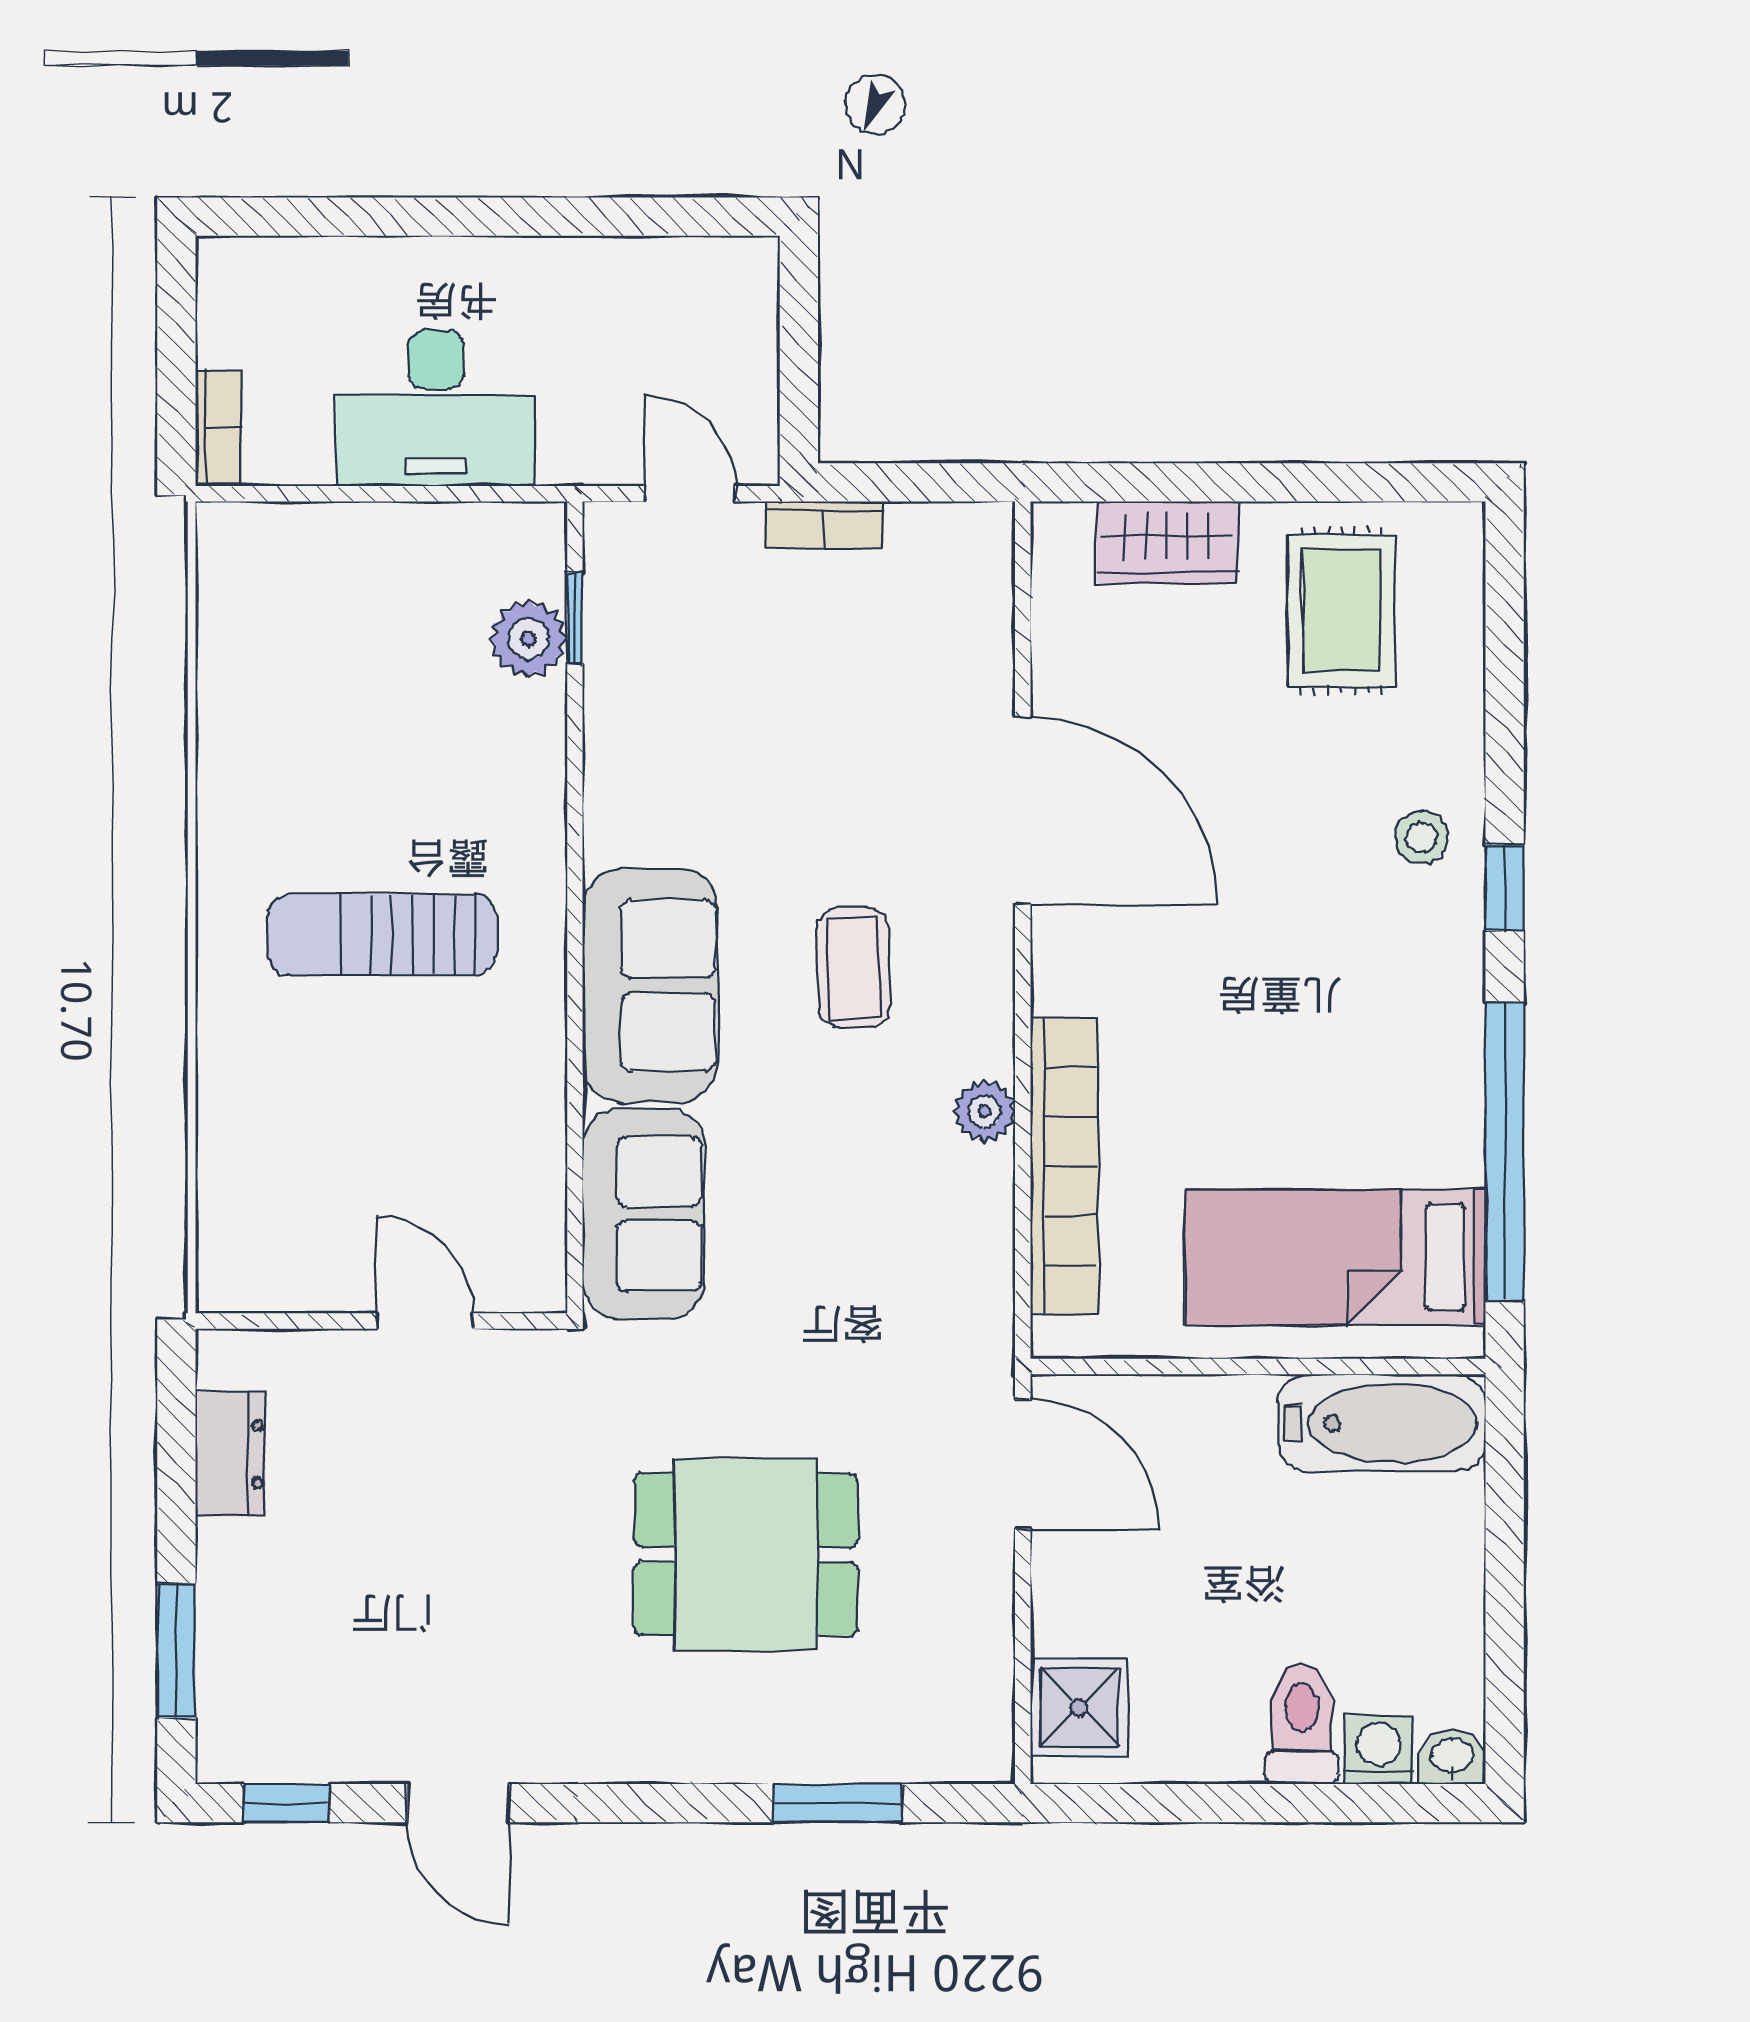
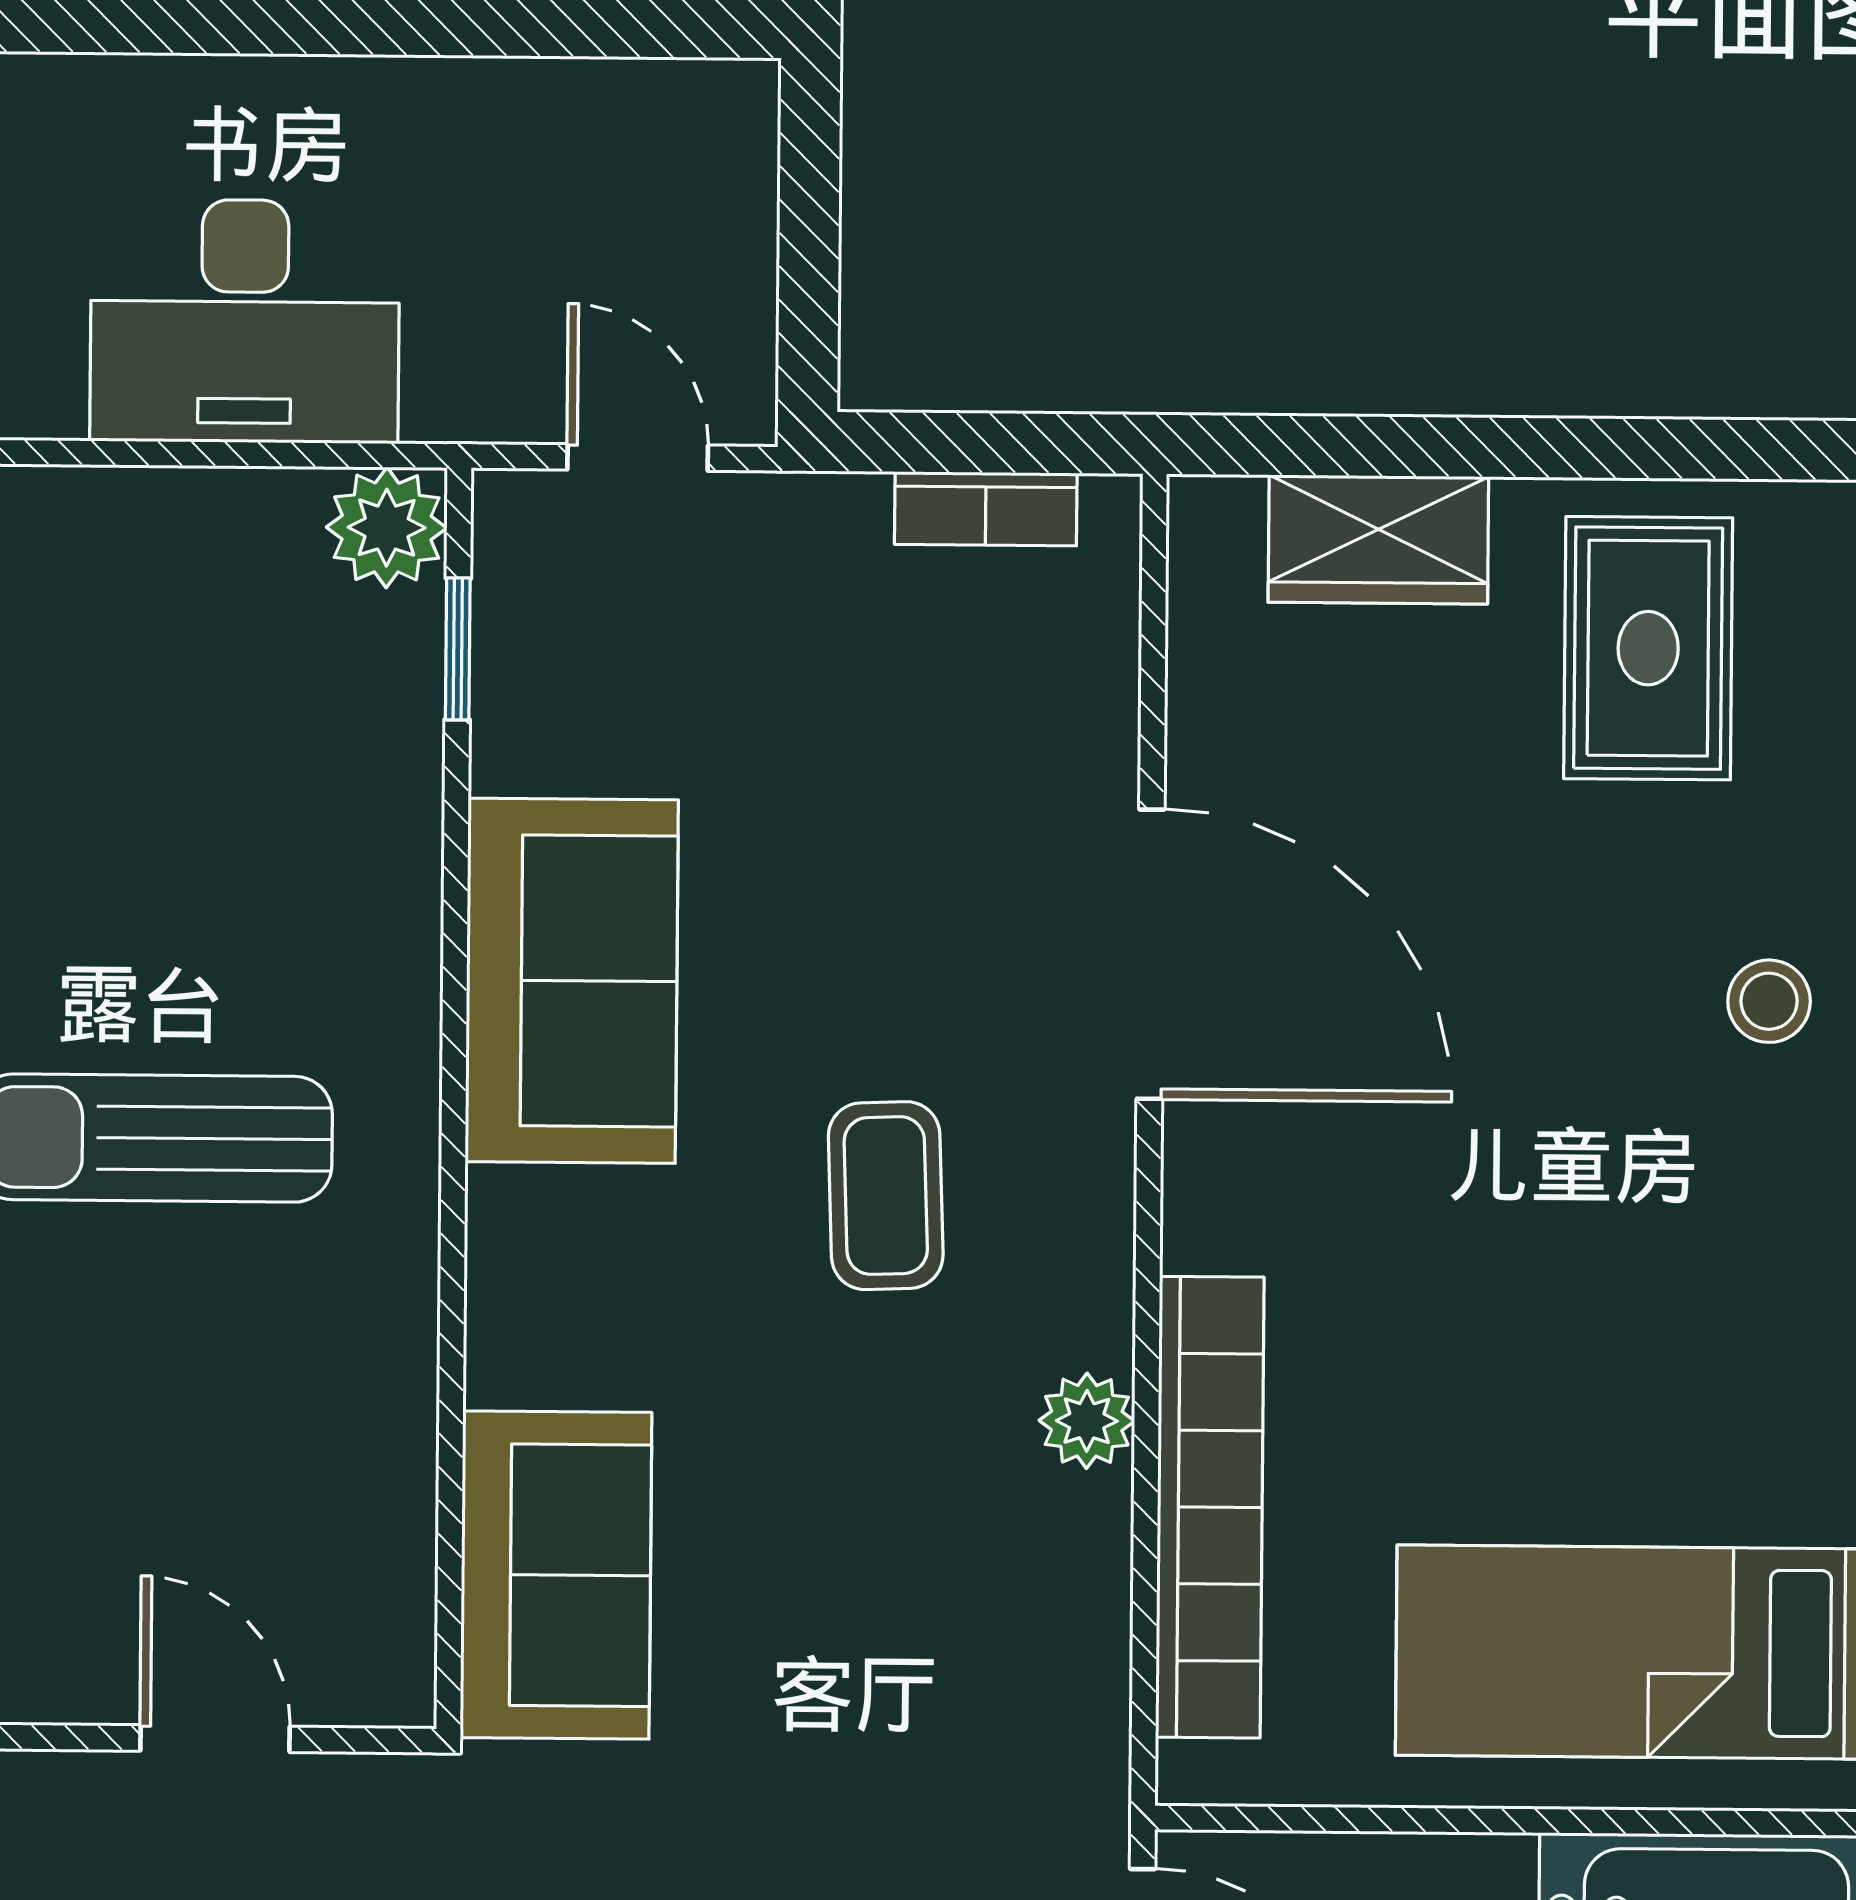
bookcase: (825, 525) -> (986, 509), moved
plant: (528, 639) -> (387, 528), moved
sofa: (650, 985) -> (572, 981), moved

